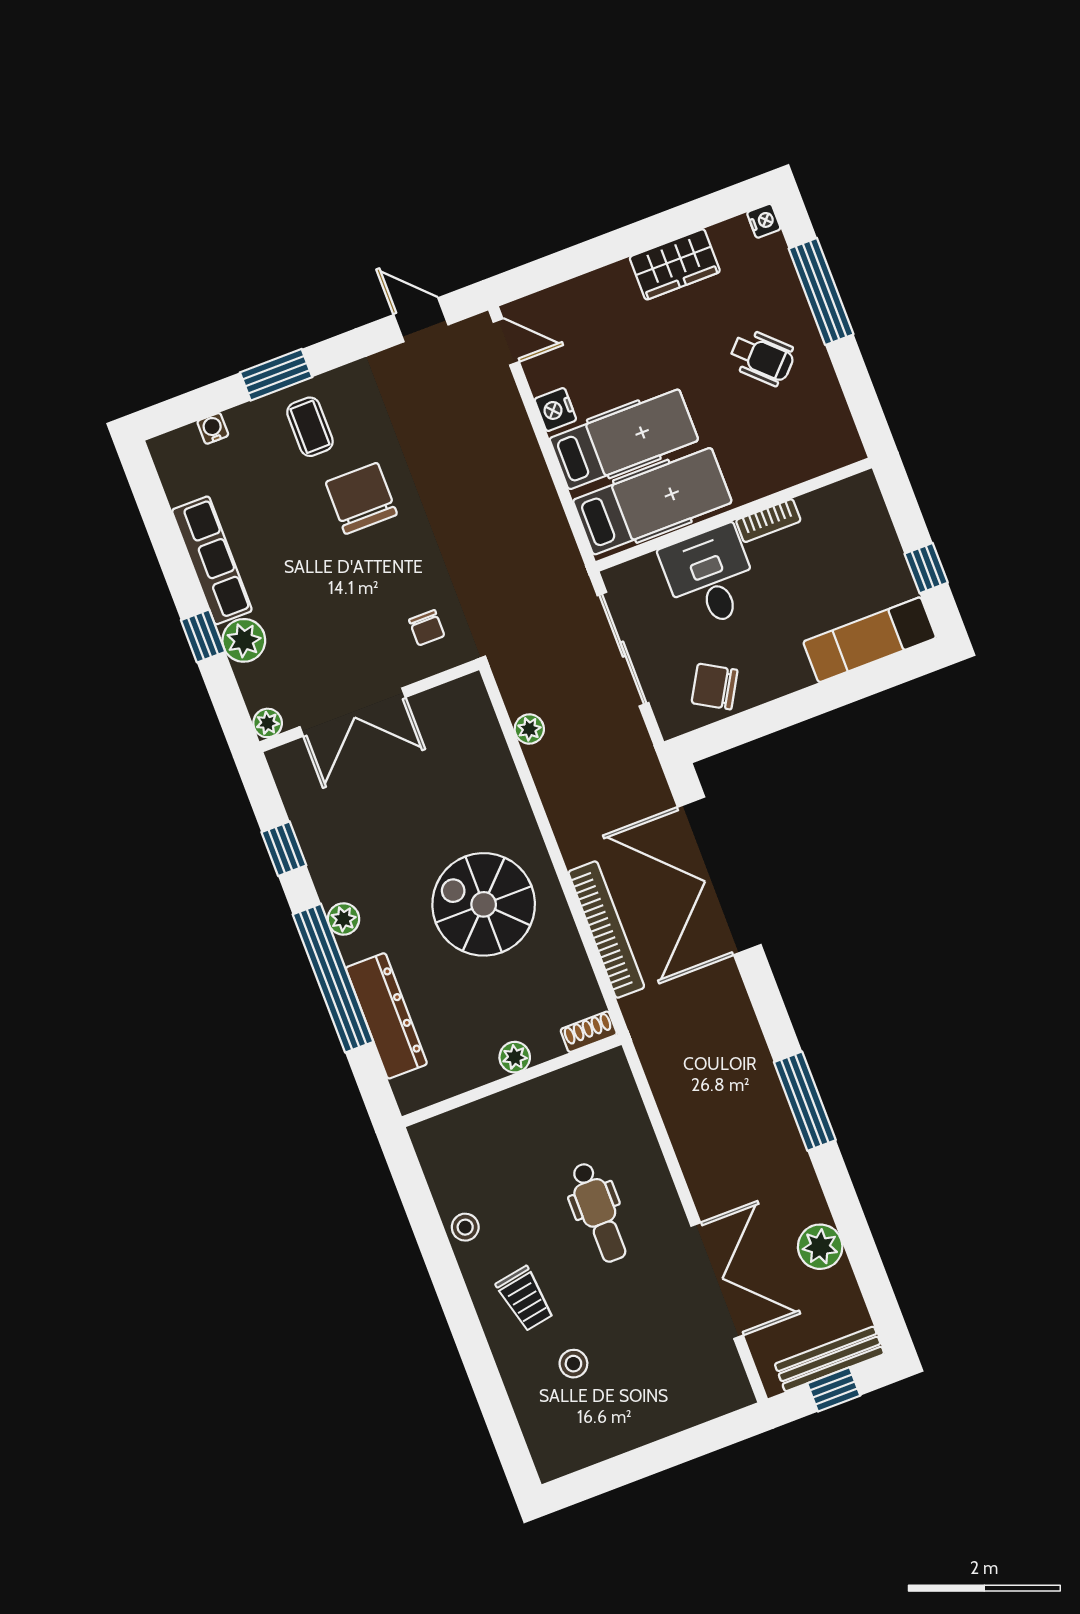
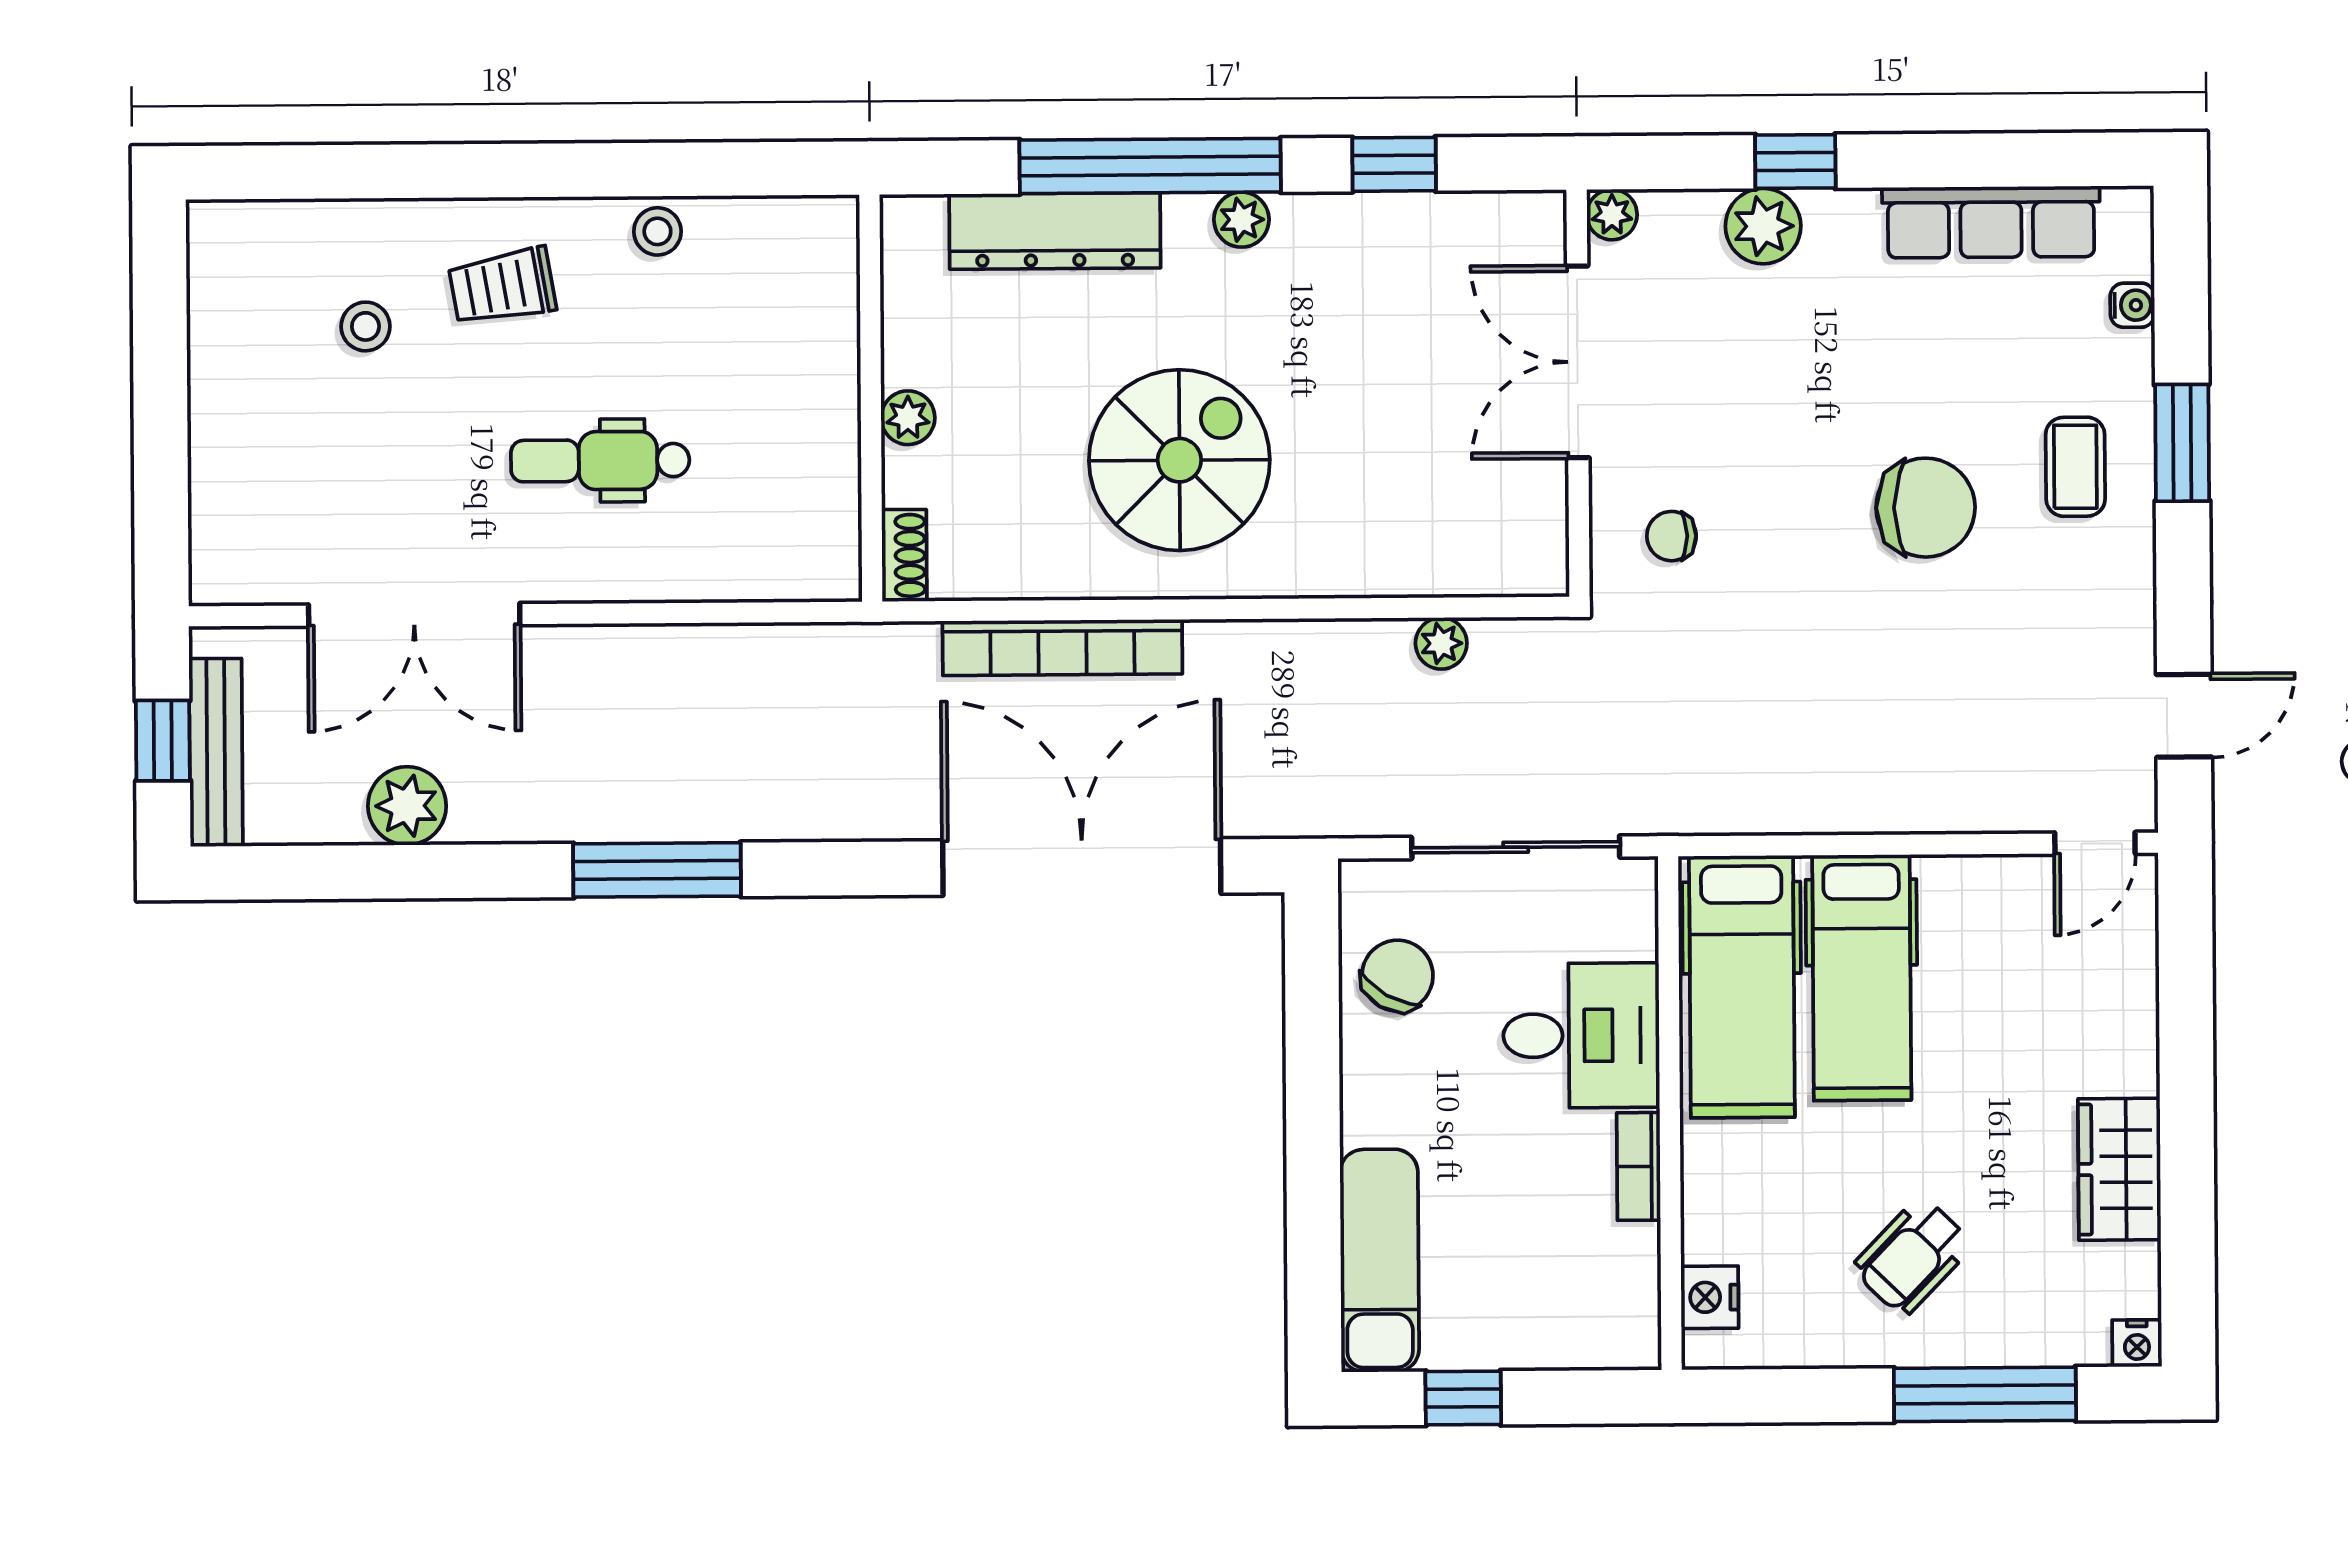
nightstand: (555, 410) -> (1710, 1297), moved, turned -90
coffee table: (310, 427) -> (2075, 467), turned 90
row of seats: (212, 560) -> (1991, 222), moved

